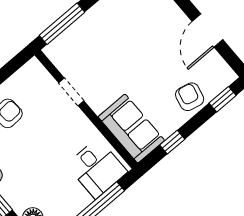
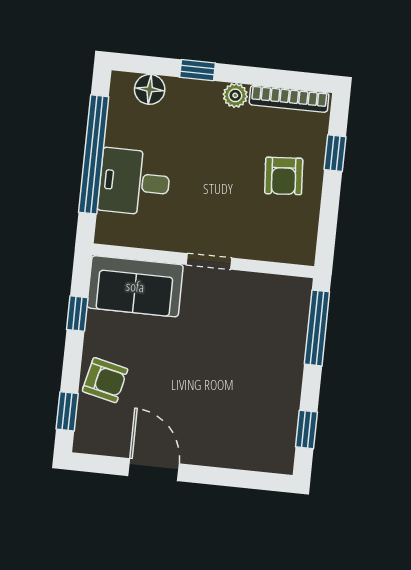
doorway: (71, 92) -> (209, 261), moved
desk: (97, 168) -> (134, 182), moved

